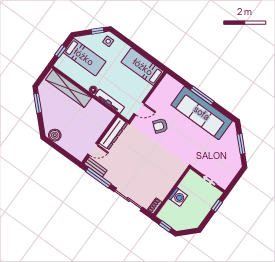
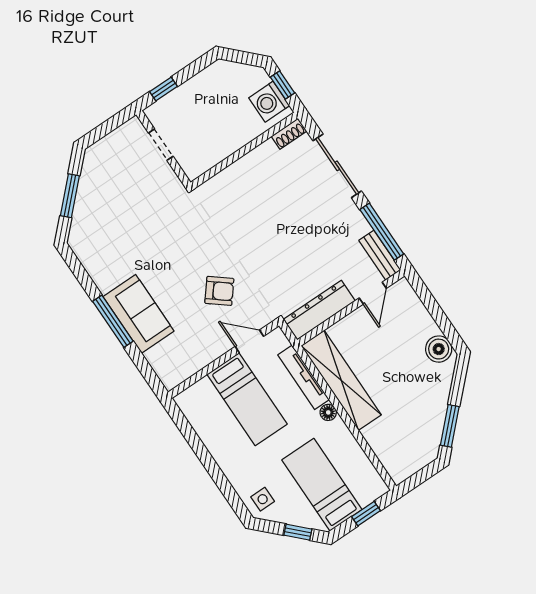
window: (98, 31) -> (298, 532), moved
bed: (143, 67) -> (247, 399), moved
shelving: (69, 89) -> (341, 380), moved
sofa: (202, 113) -> (139, 314), width x0.54, depth x0.79
door: (93, 149) -> (373, 293), swing flipped
washing machine: (178, 197) -> (269, 102), moved, turned -90

